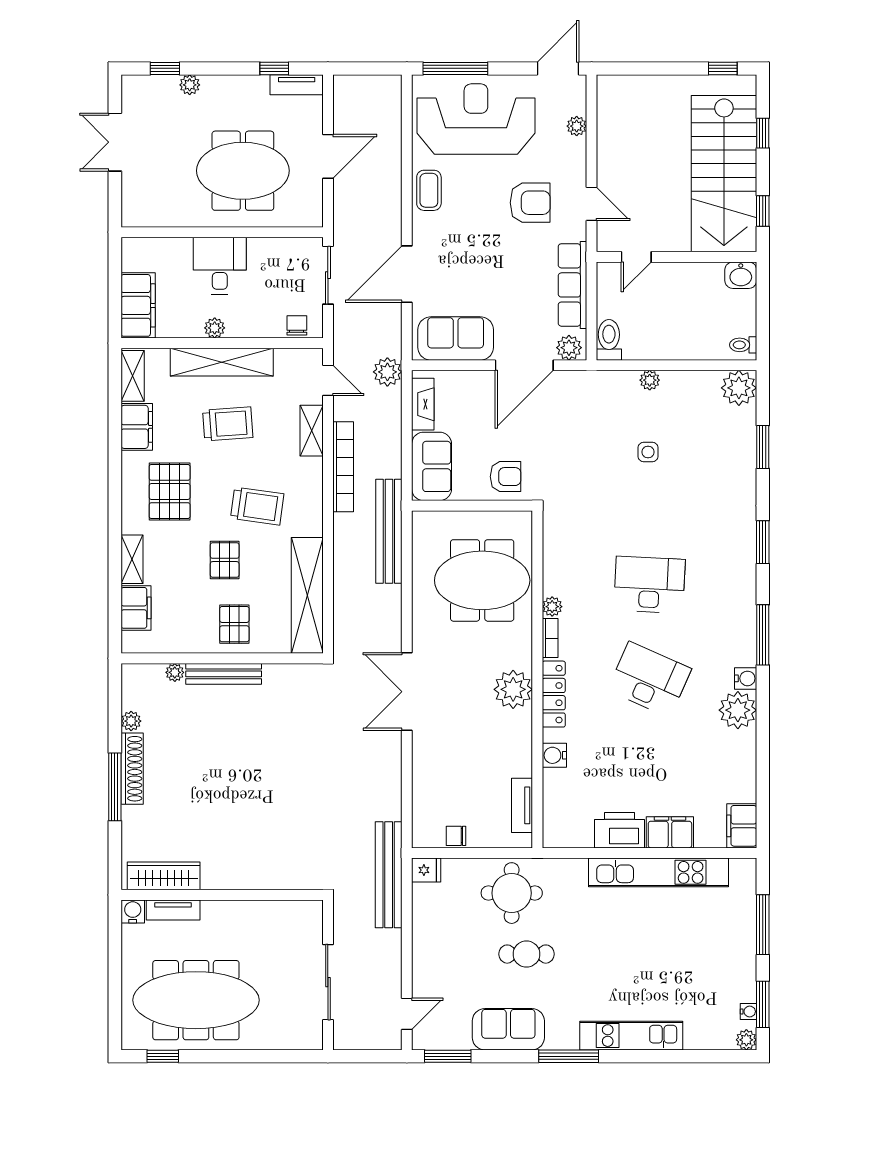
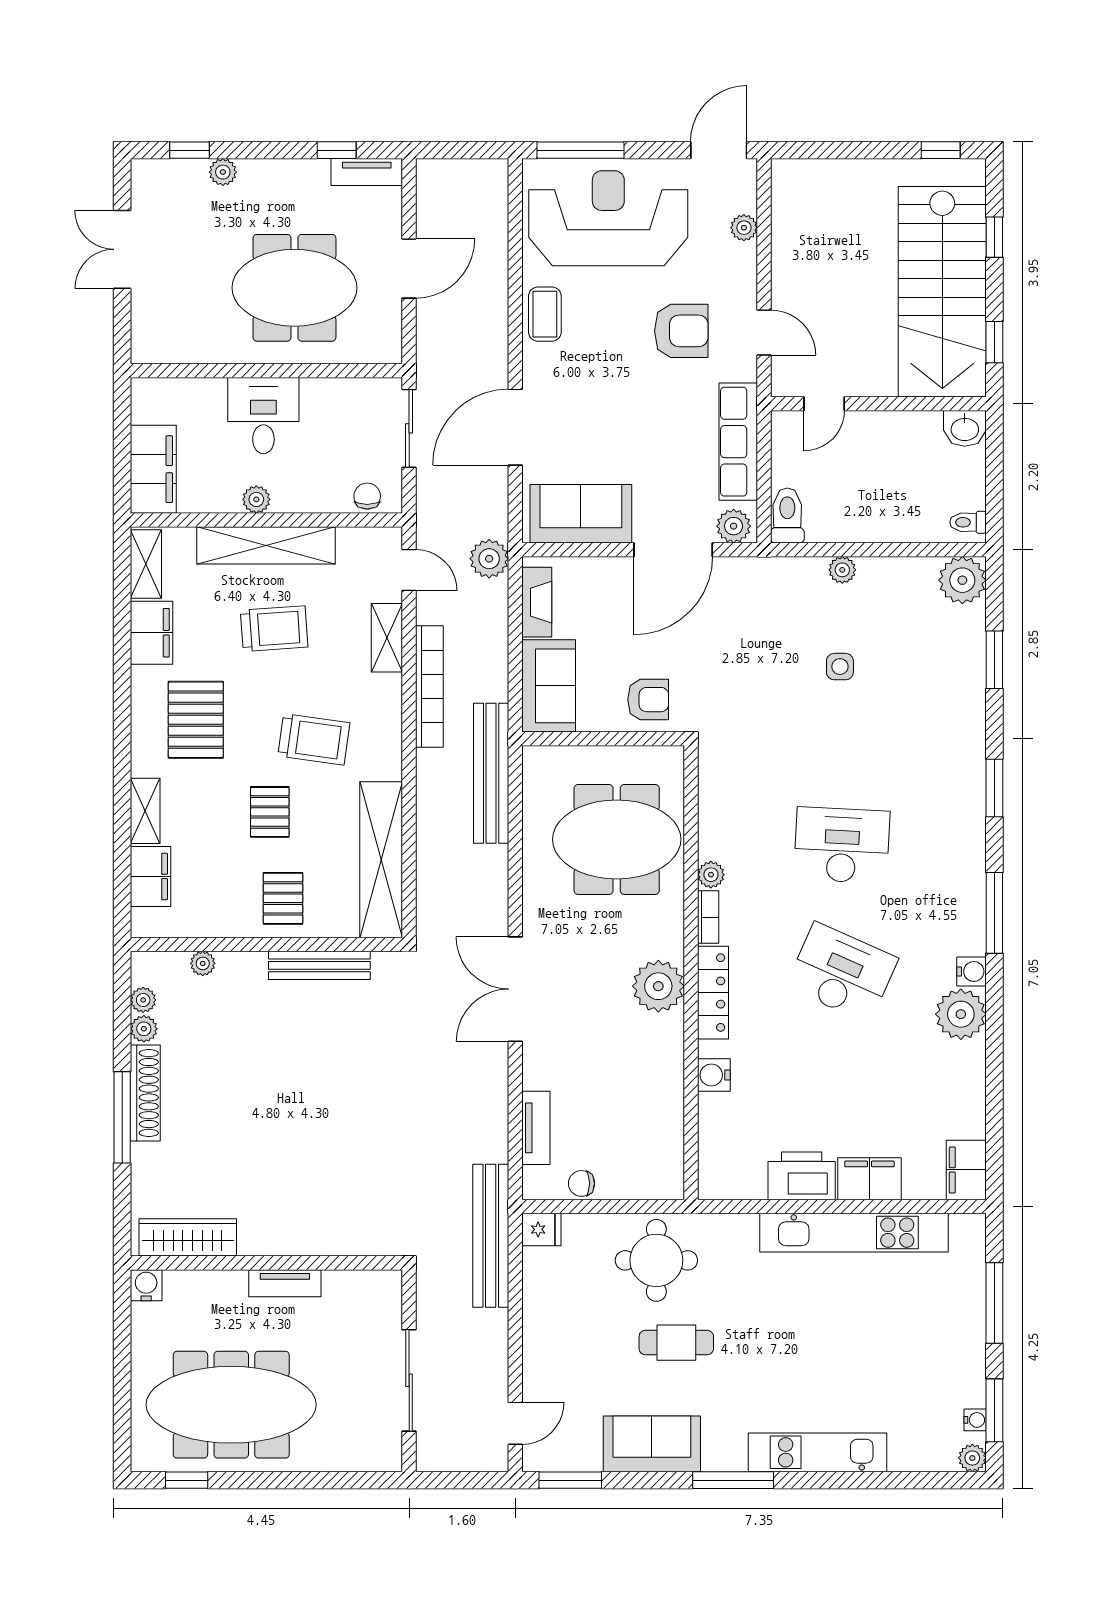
bench: (224, 674) -> (319, 965), moved
plant: (131, 700) -> (143, 1000), added
tv unit: (522, 805) -> (536, 1128), moved, turned 180
tv unit: (173, 910) -> (285, 1283), moved

